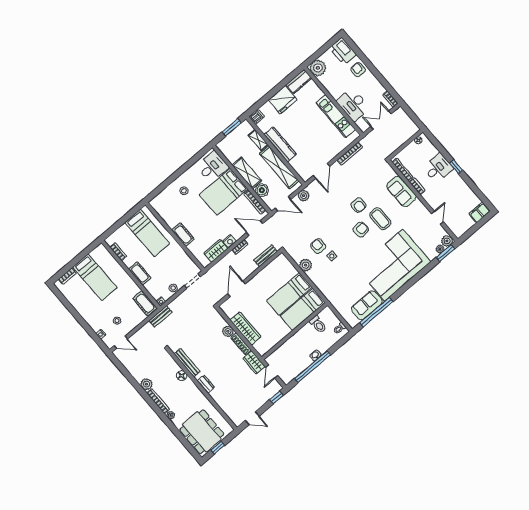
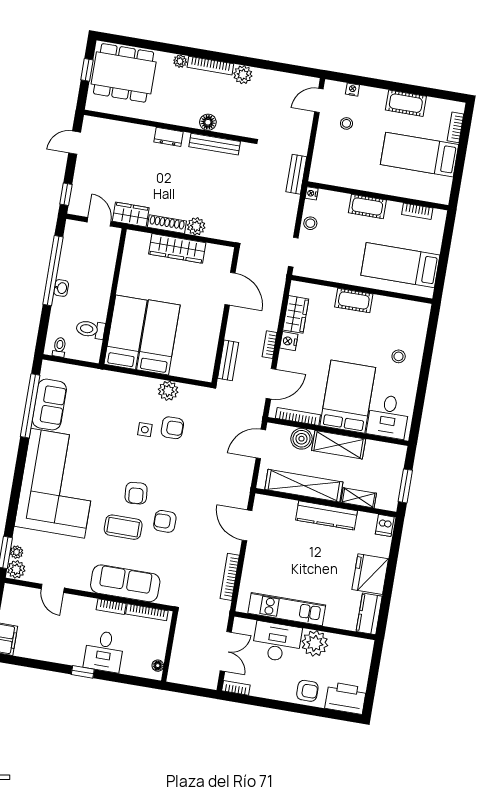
plant: (318, 68) -> (315, 643), moved
sofa: (401, 192) -> (125, 583), width x1.36
plant: (304, 196) -> (244, 476), removed
cot: (145, 303) -> (406, 103), moved

